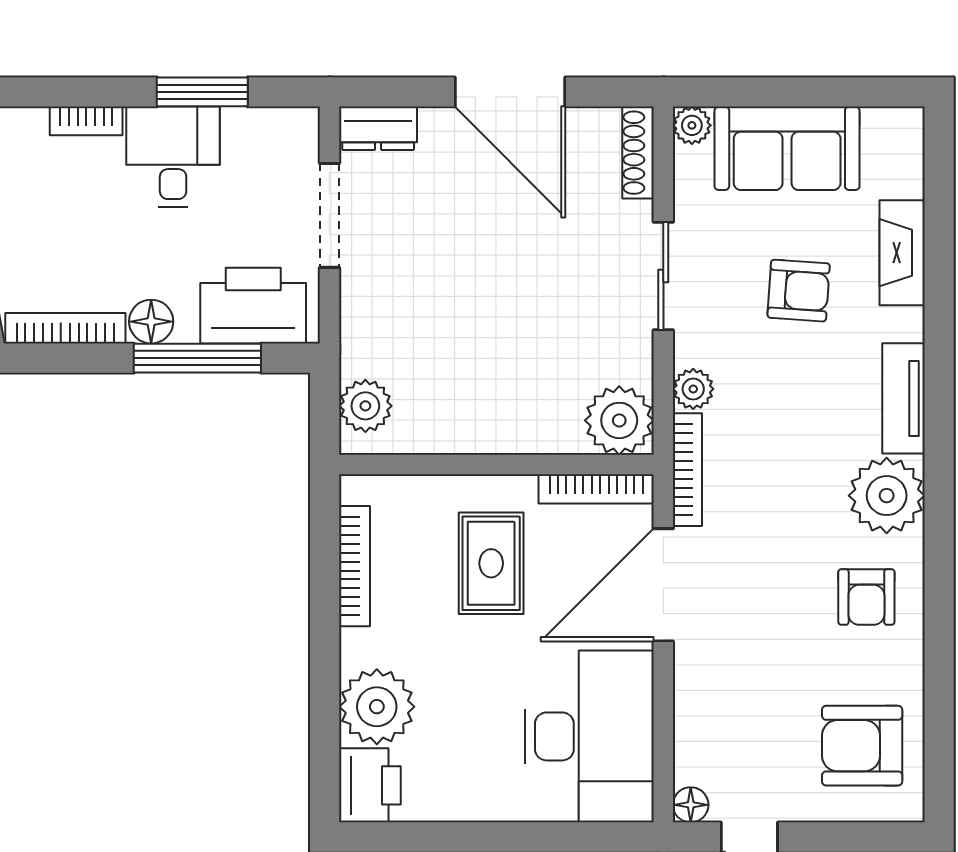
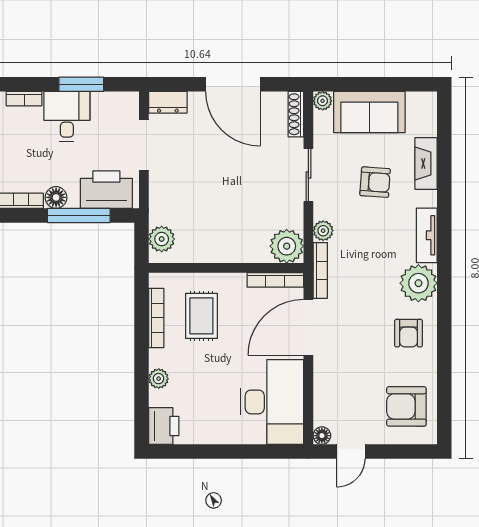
rug: (491, 563) -> (201, 316), moved
plant: (377, 707) -> (159, 379), width x0.53, depth x0.53

